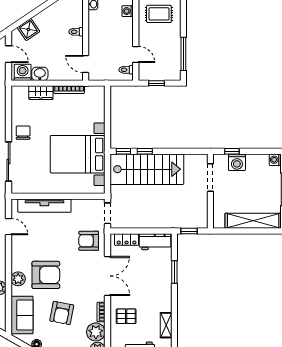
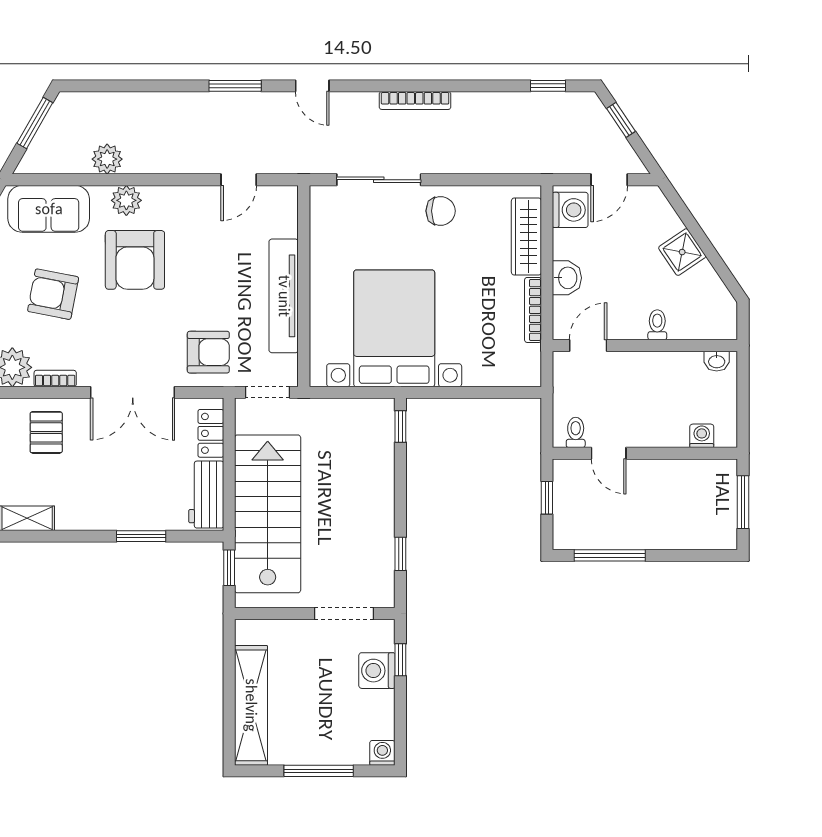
rug: (159, 14) -> (696, 503), removed
shower: (28, 29) -> (682, 252), moved
door: (136, 54) -> (609, 453), hinge flipped
washbasin: (40, 74) -> (567, 278), moved
wardrobe: (41, 93) -> (526, 237), width x1.50
window: (145, 151) -> (400, 554), moved
stairs: (147, 169) -> (268, 514), moved, turned 180
tv unit: (44, 206) -> (284, 296), moved
armchair: (89, 241) -> (208, 352), turned 90

